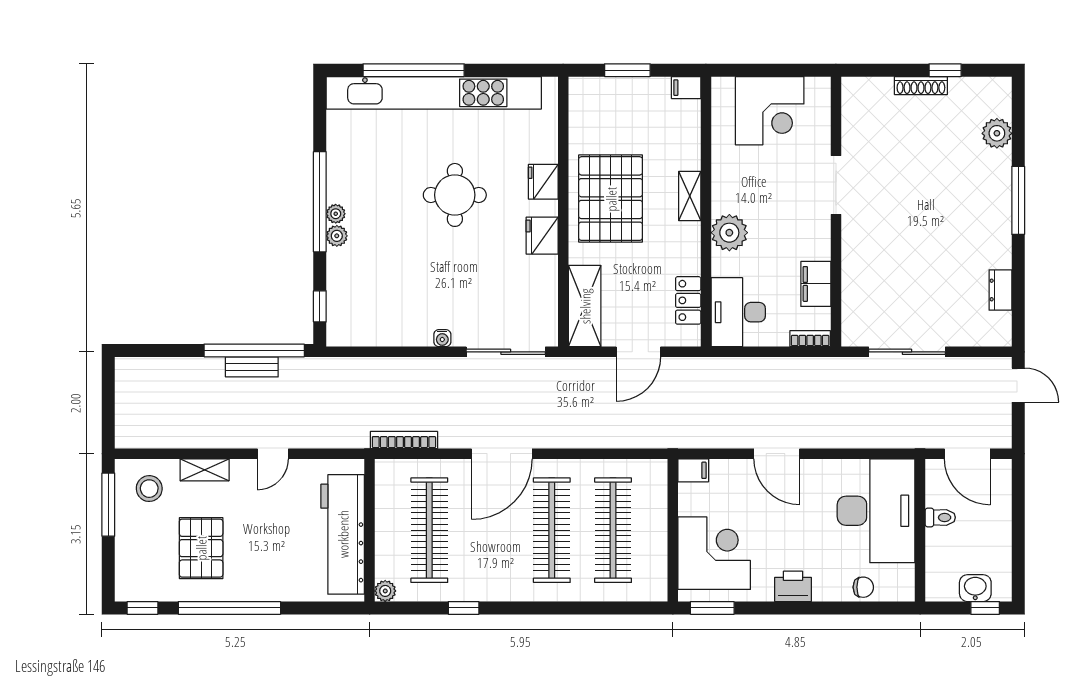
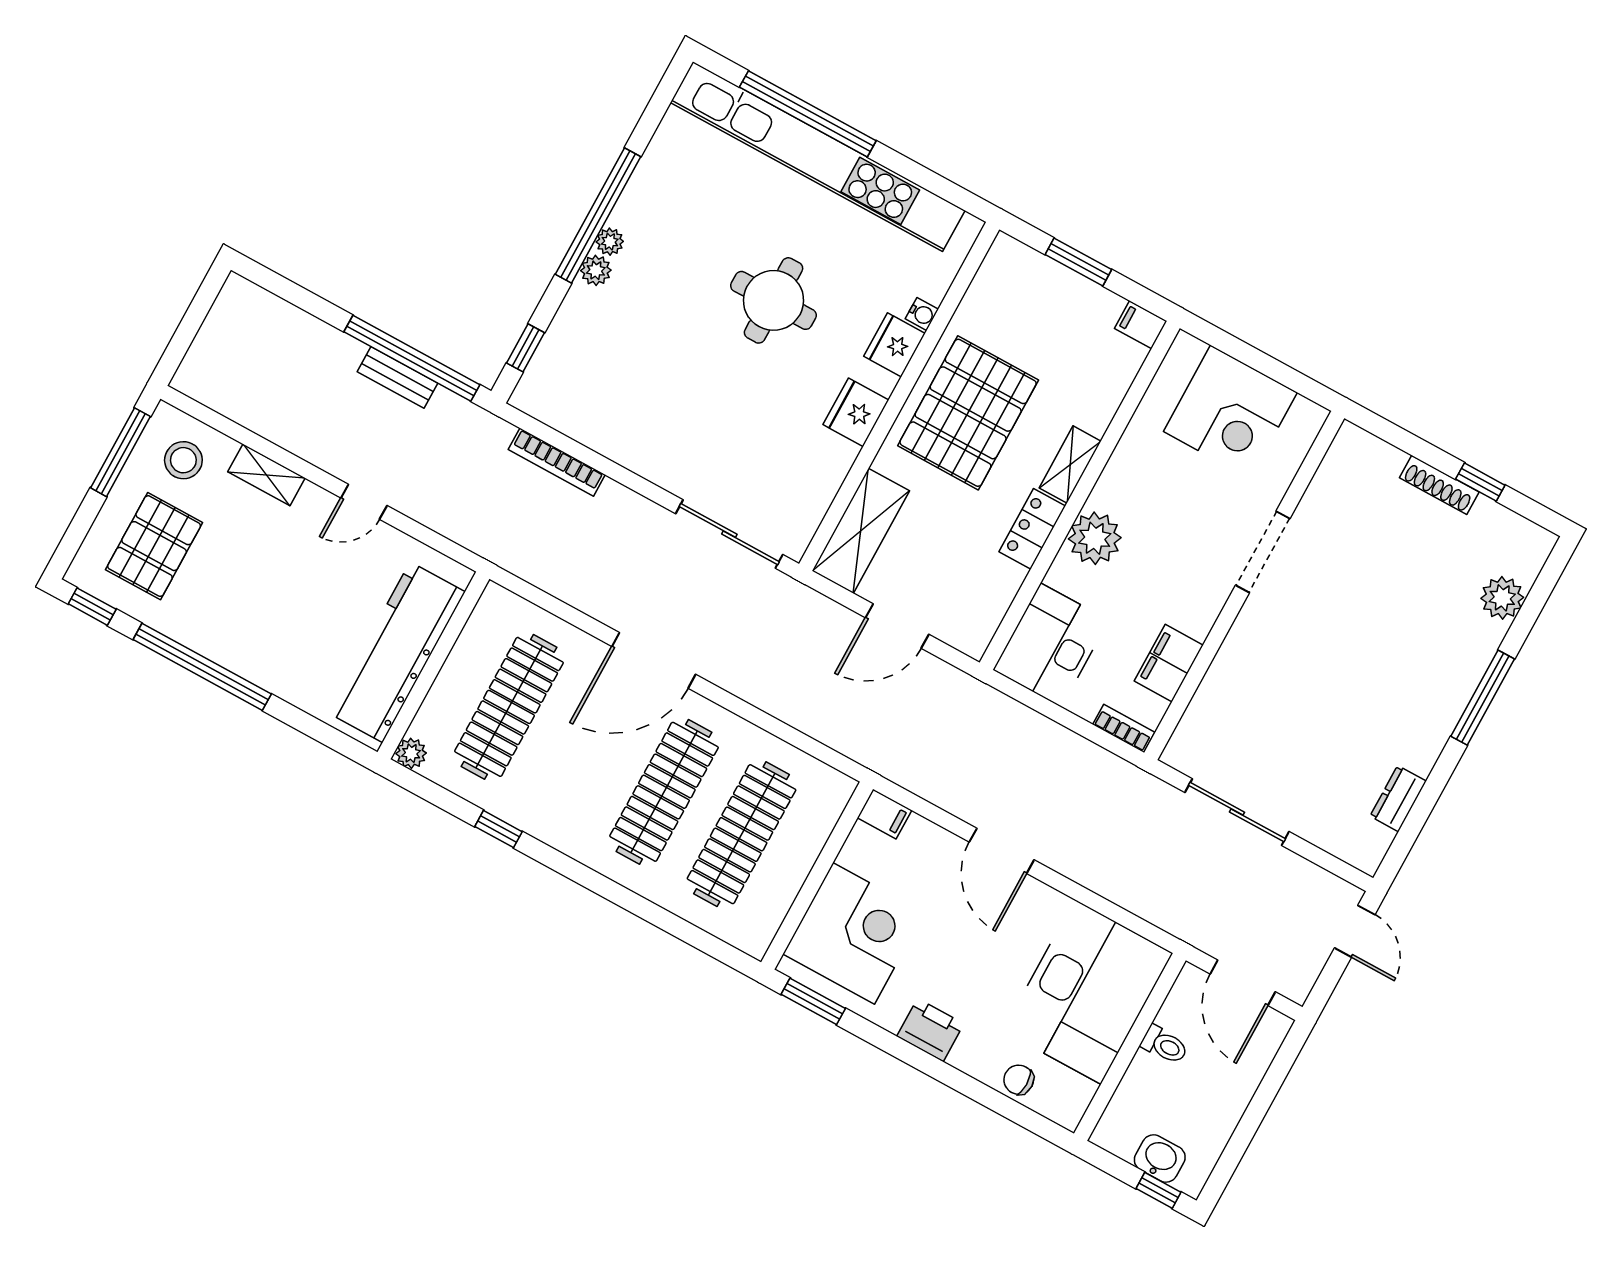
locker: (688, 300) -> (1032, 529), moved
water cooler: (442, 338) -> (922, 314), moved, turned -90
bookcase: (404, 440) -> (557, 462), moved, turned 180
pallet: (201, 548) -> (154, 546), moved
chair: (863, 587) -> (1019, 1080), turned 180

